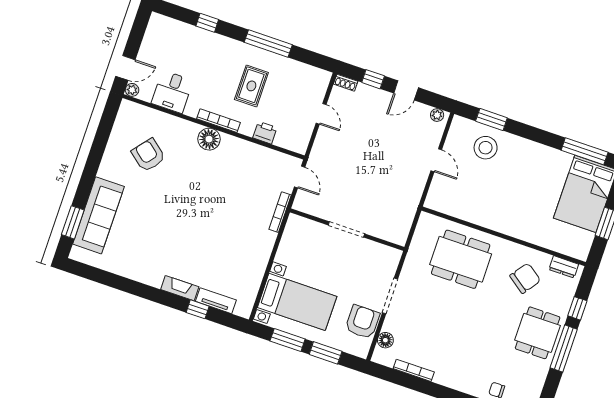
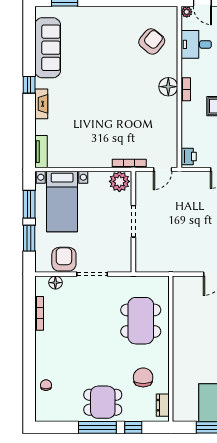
bookcase: (218, 121) -> (186, 89), width x0.64
printer: (265, 133) -> (189, 157), moved
armchair: (148, 155) -> (152, 41), moved
sofa: (98, 215) -> (48, 48), moved, turned -90
plant: (297, 230) -> (119, 181), added
chair: (525, 278) -> (143, 377), turned -126
tv unit: (216, 301) -> (41, 152), moved
window: (198, 309) -> (29, 85), moved
armchair: (362, 322) -> (64, 259), turned -90

